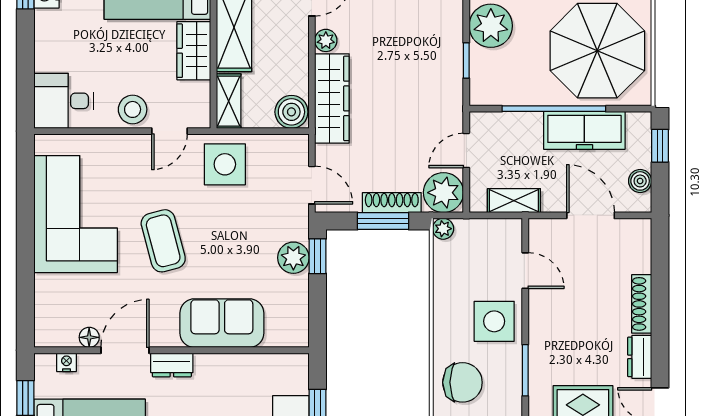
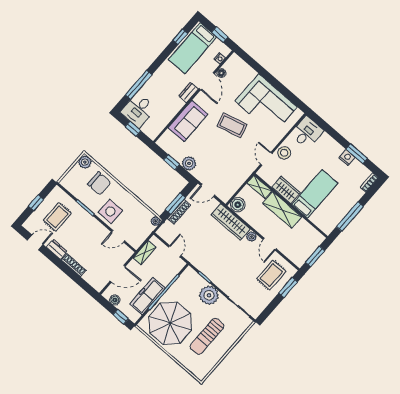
side table: (225, 164) -> (240, 168), removed
plant: (443, 193) -> (167, 232), removed
window: (317, 256) -> (172, 162), moved
chair: (462, 382) -> (99, 183), turned -90

